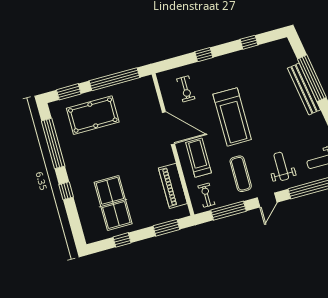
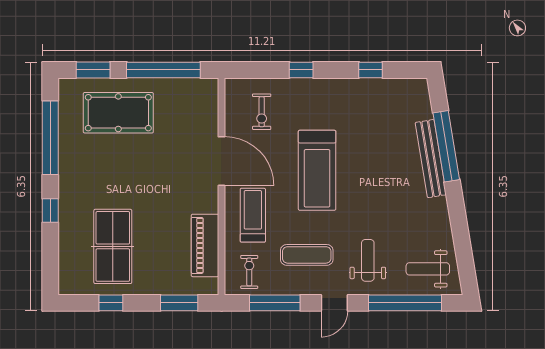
exercise mat: (241, 174) -> (307, 255), turned 90

